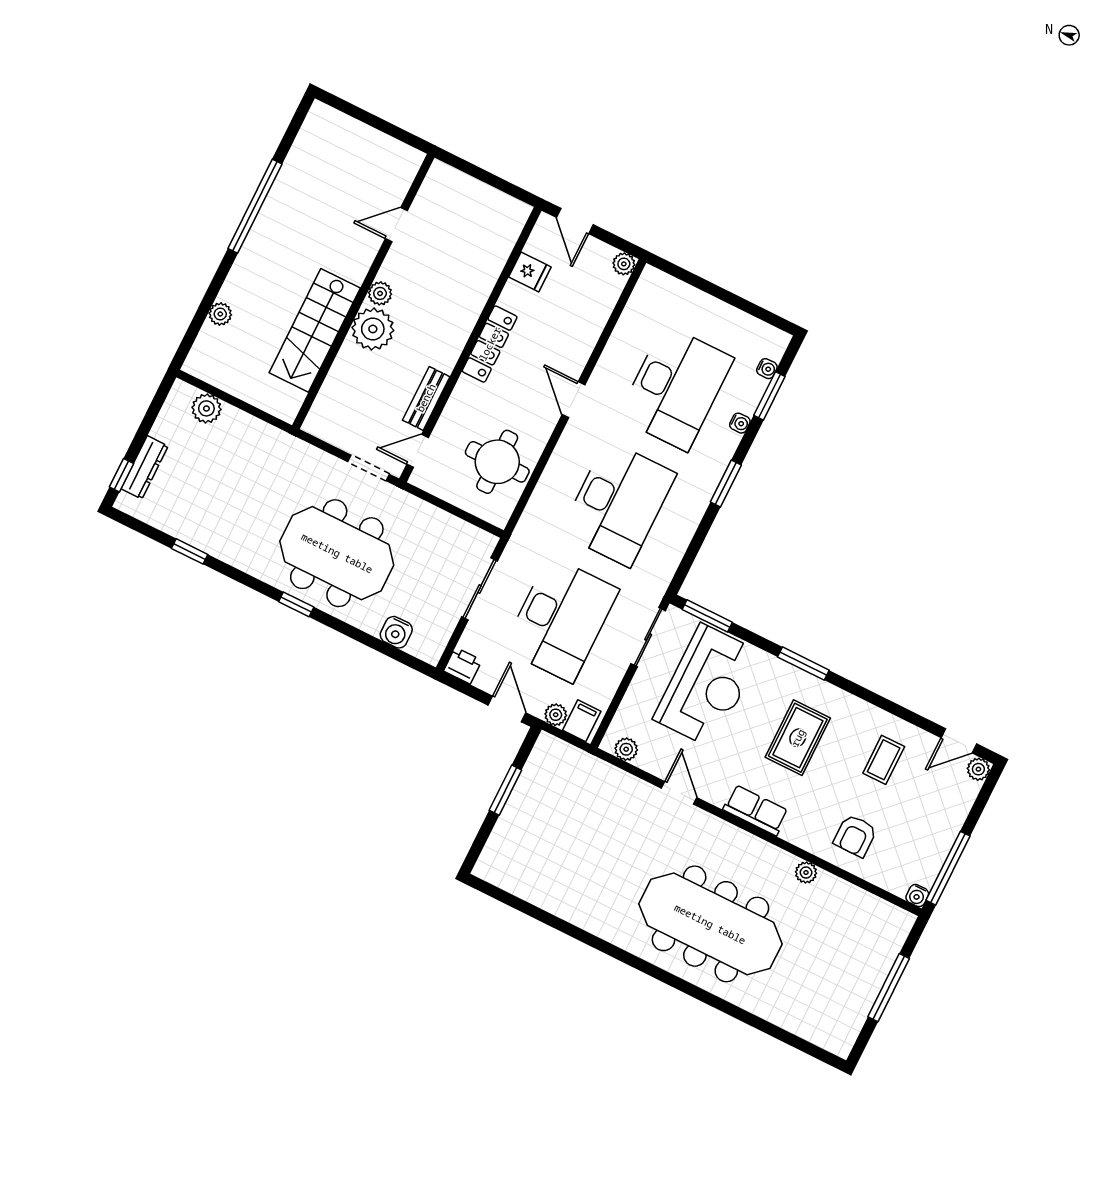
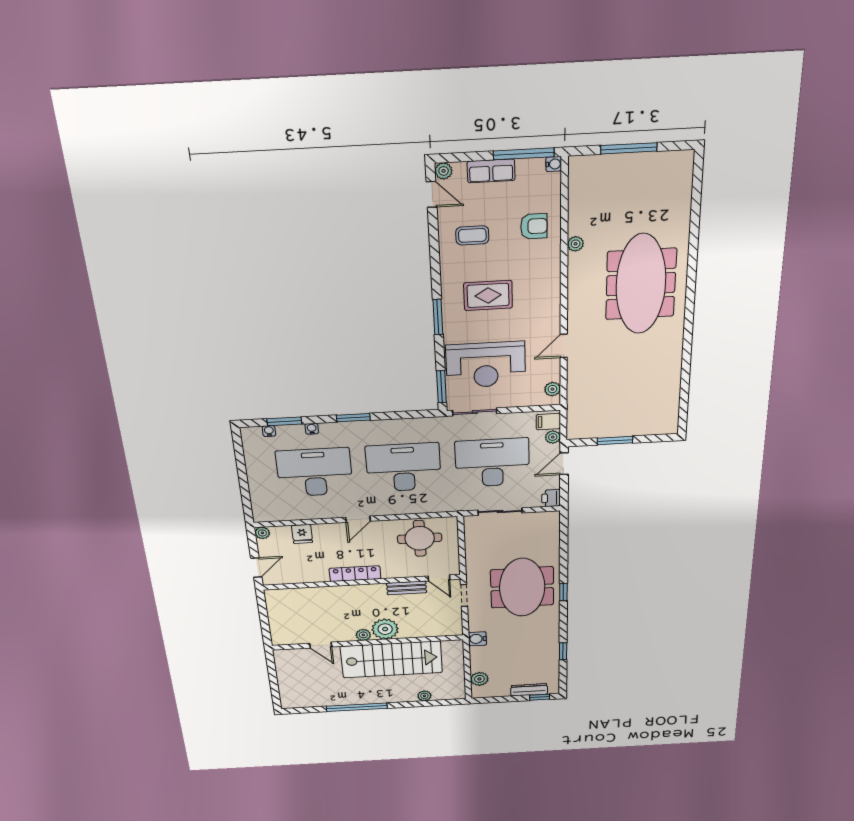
fridge: (530, 272) -> (302, 534), moved, turned 180
stairs: (315, 330) -> (391, 659), width x1.36, depth x1.51
water cooler: (396, 632) -> (477, 639), moved, turned 180
reception desk: (707, 686) -> (486, 365), turned 180
row of seats: (756, 810) -> (491, 171), moved, turned -90

